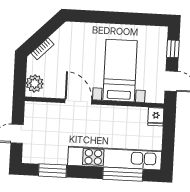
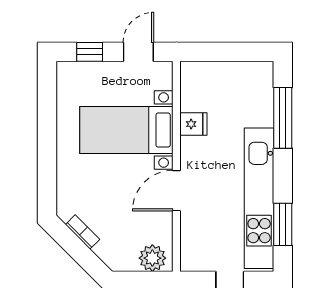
bookcase: (42, 49) -> (83, 232), moved
fridge: (156, 117) -> (193, 124), moved
kitchen unit: (115, 158) -> (259, 198), moved

